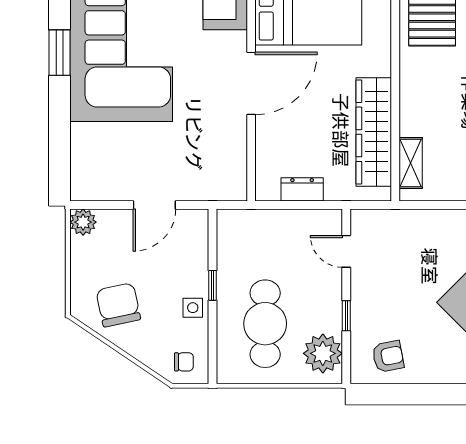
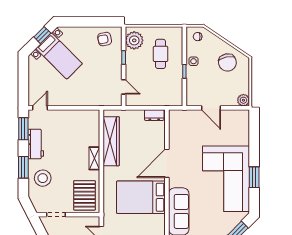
shelving: (411, 163) -> (94, 158), moved
dresser: (302, 189) -> (154, 115), moved
door: (154, 205) -> (211, 108), swing flipped
cafe table: (265, 324) -> (161, 54), width x0.73, depth x0.74

